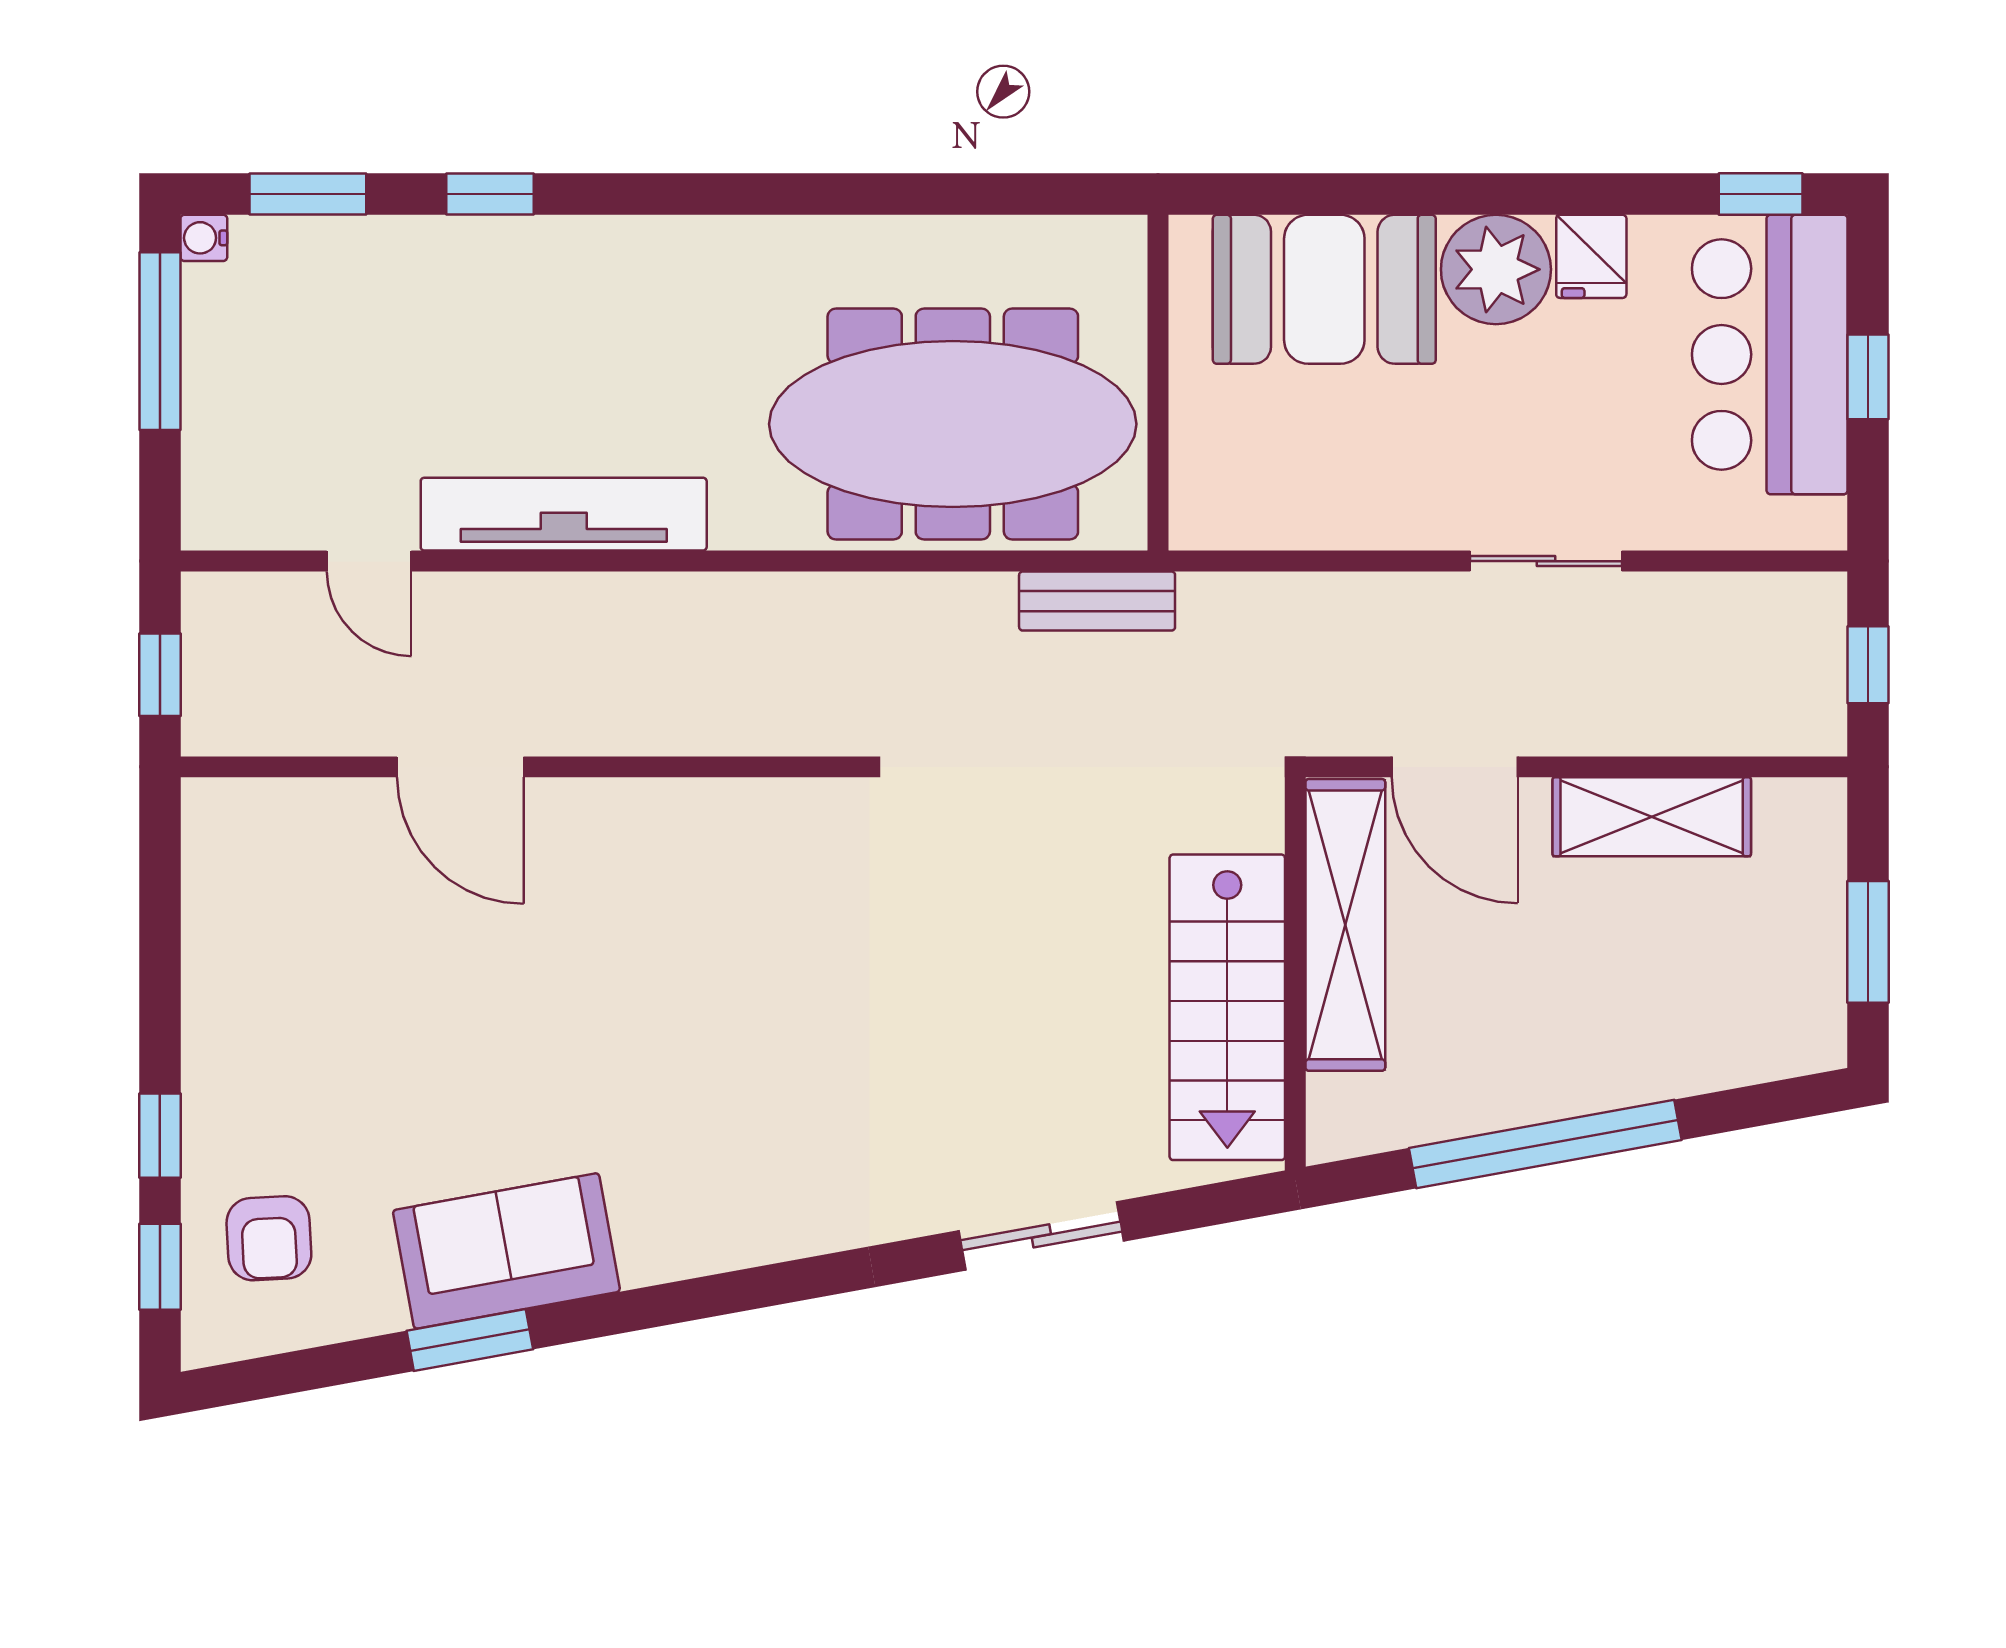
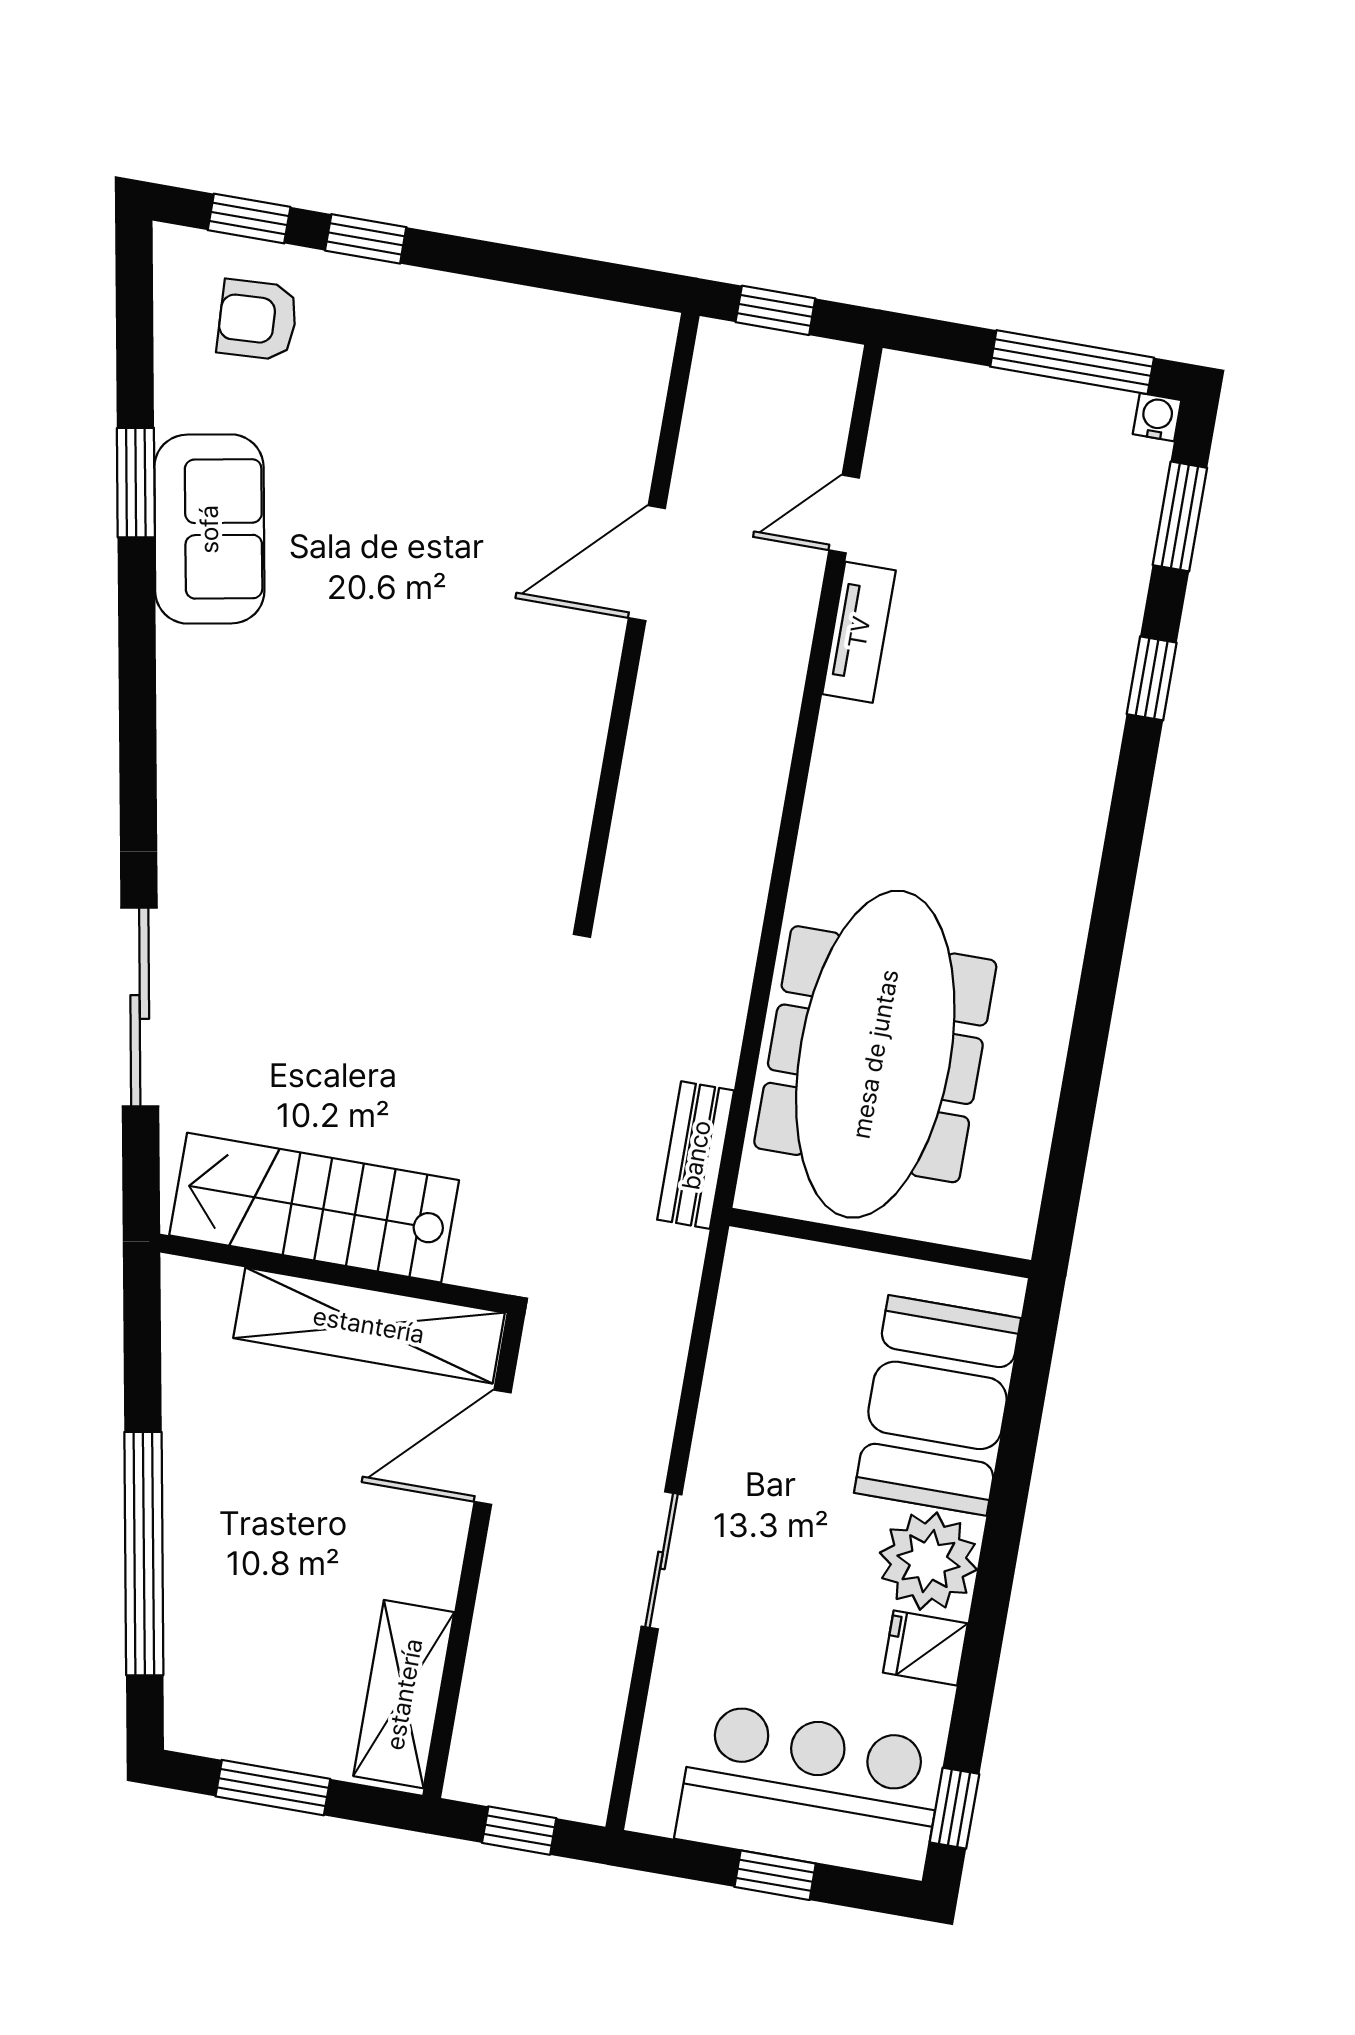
tv unit: (564, 514) -> (859, 632), width x0.52, depth x0.78
shelving: (1652, 817) -> (404, 1694), moved
window: (1545, 1144) -> (144, 1554), moved
sliding door: (1041, 1236) -> (140, 1007), width x1.37

